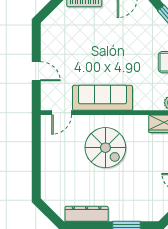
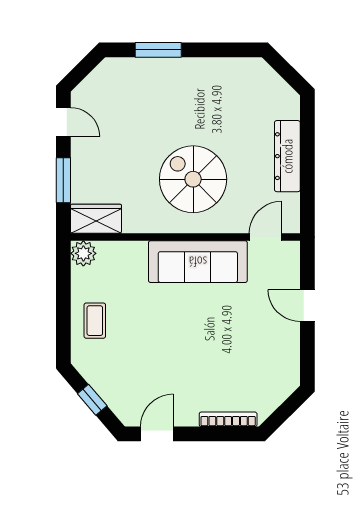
dresser: (87, 214) -> (287, 156), moved, turned 90

